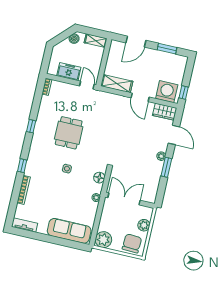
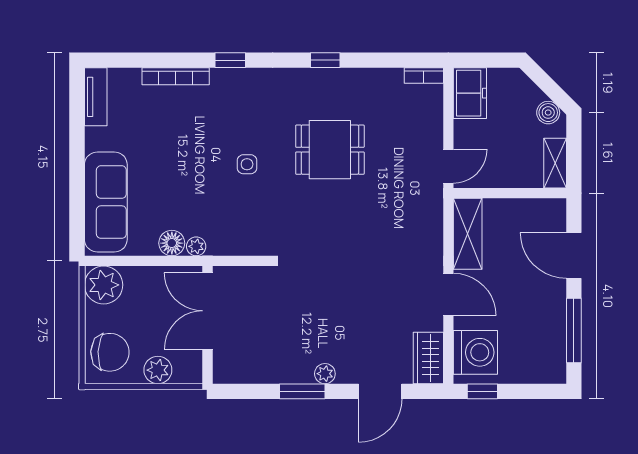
window: (167, 49) -> (574, 330), width x1.44
freezer: (69, 72) -> (470, 93), moved
door: (140, 97) -> (448, 294), swing flipped
floor lamp: (99, 178) -> (172, 243), moved
double door: (124, 199) -> (208, 311), swing flipped

